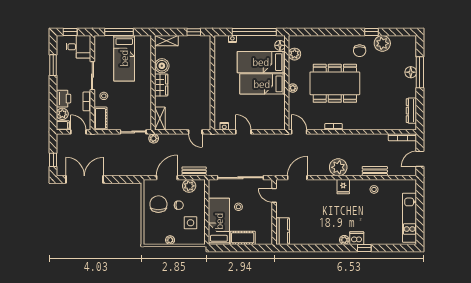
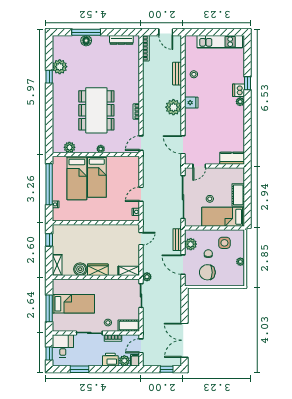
floor lamp: (280, 45) -> (61, 161), removed
chair: (360, 51) -> (66, 88), removed

